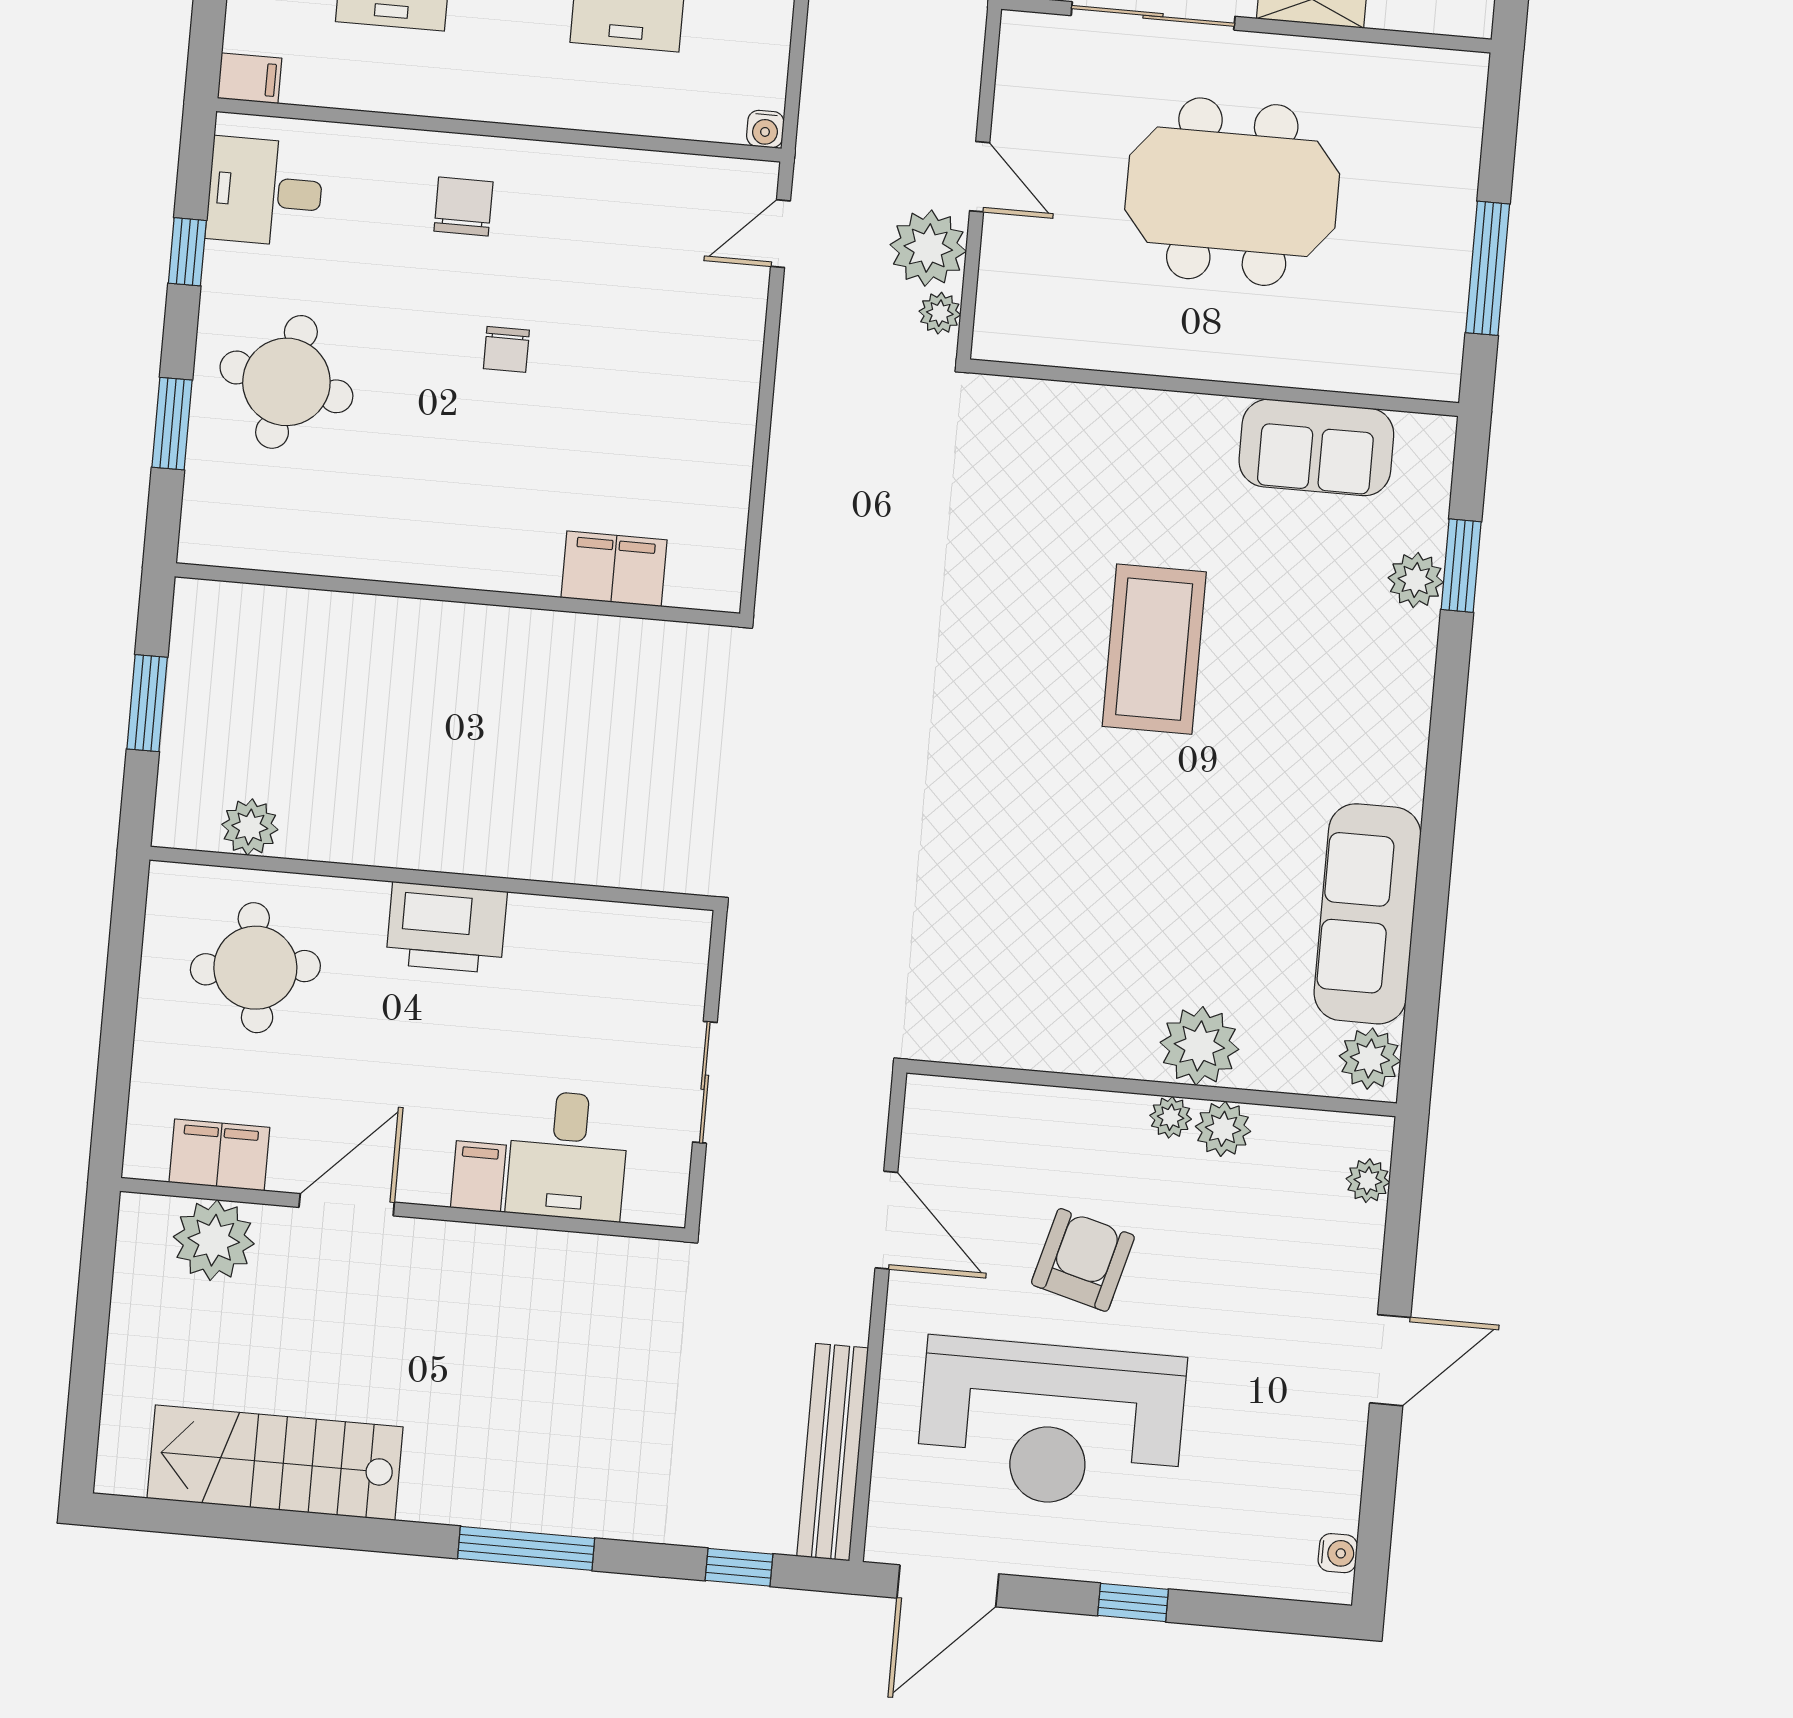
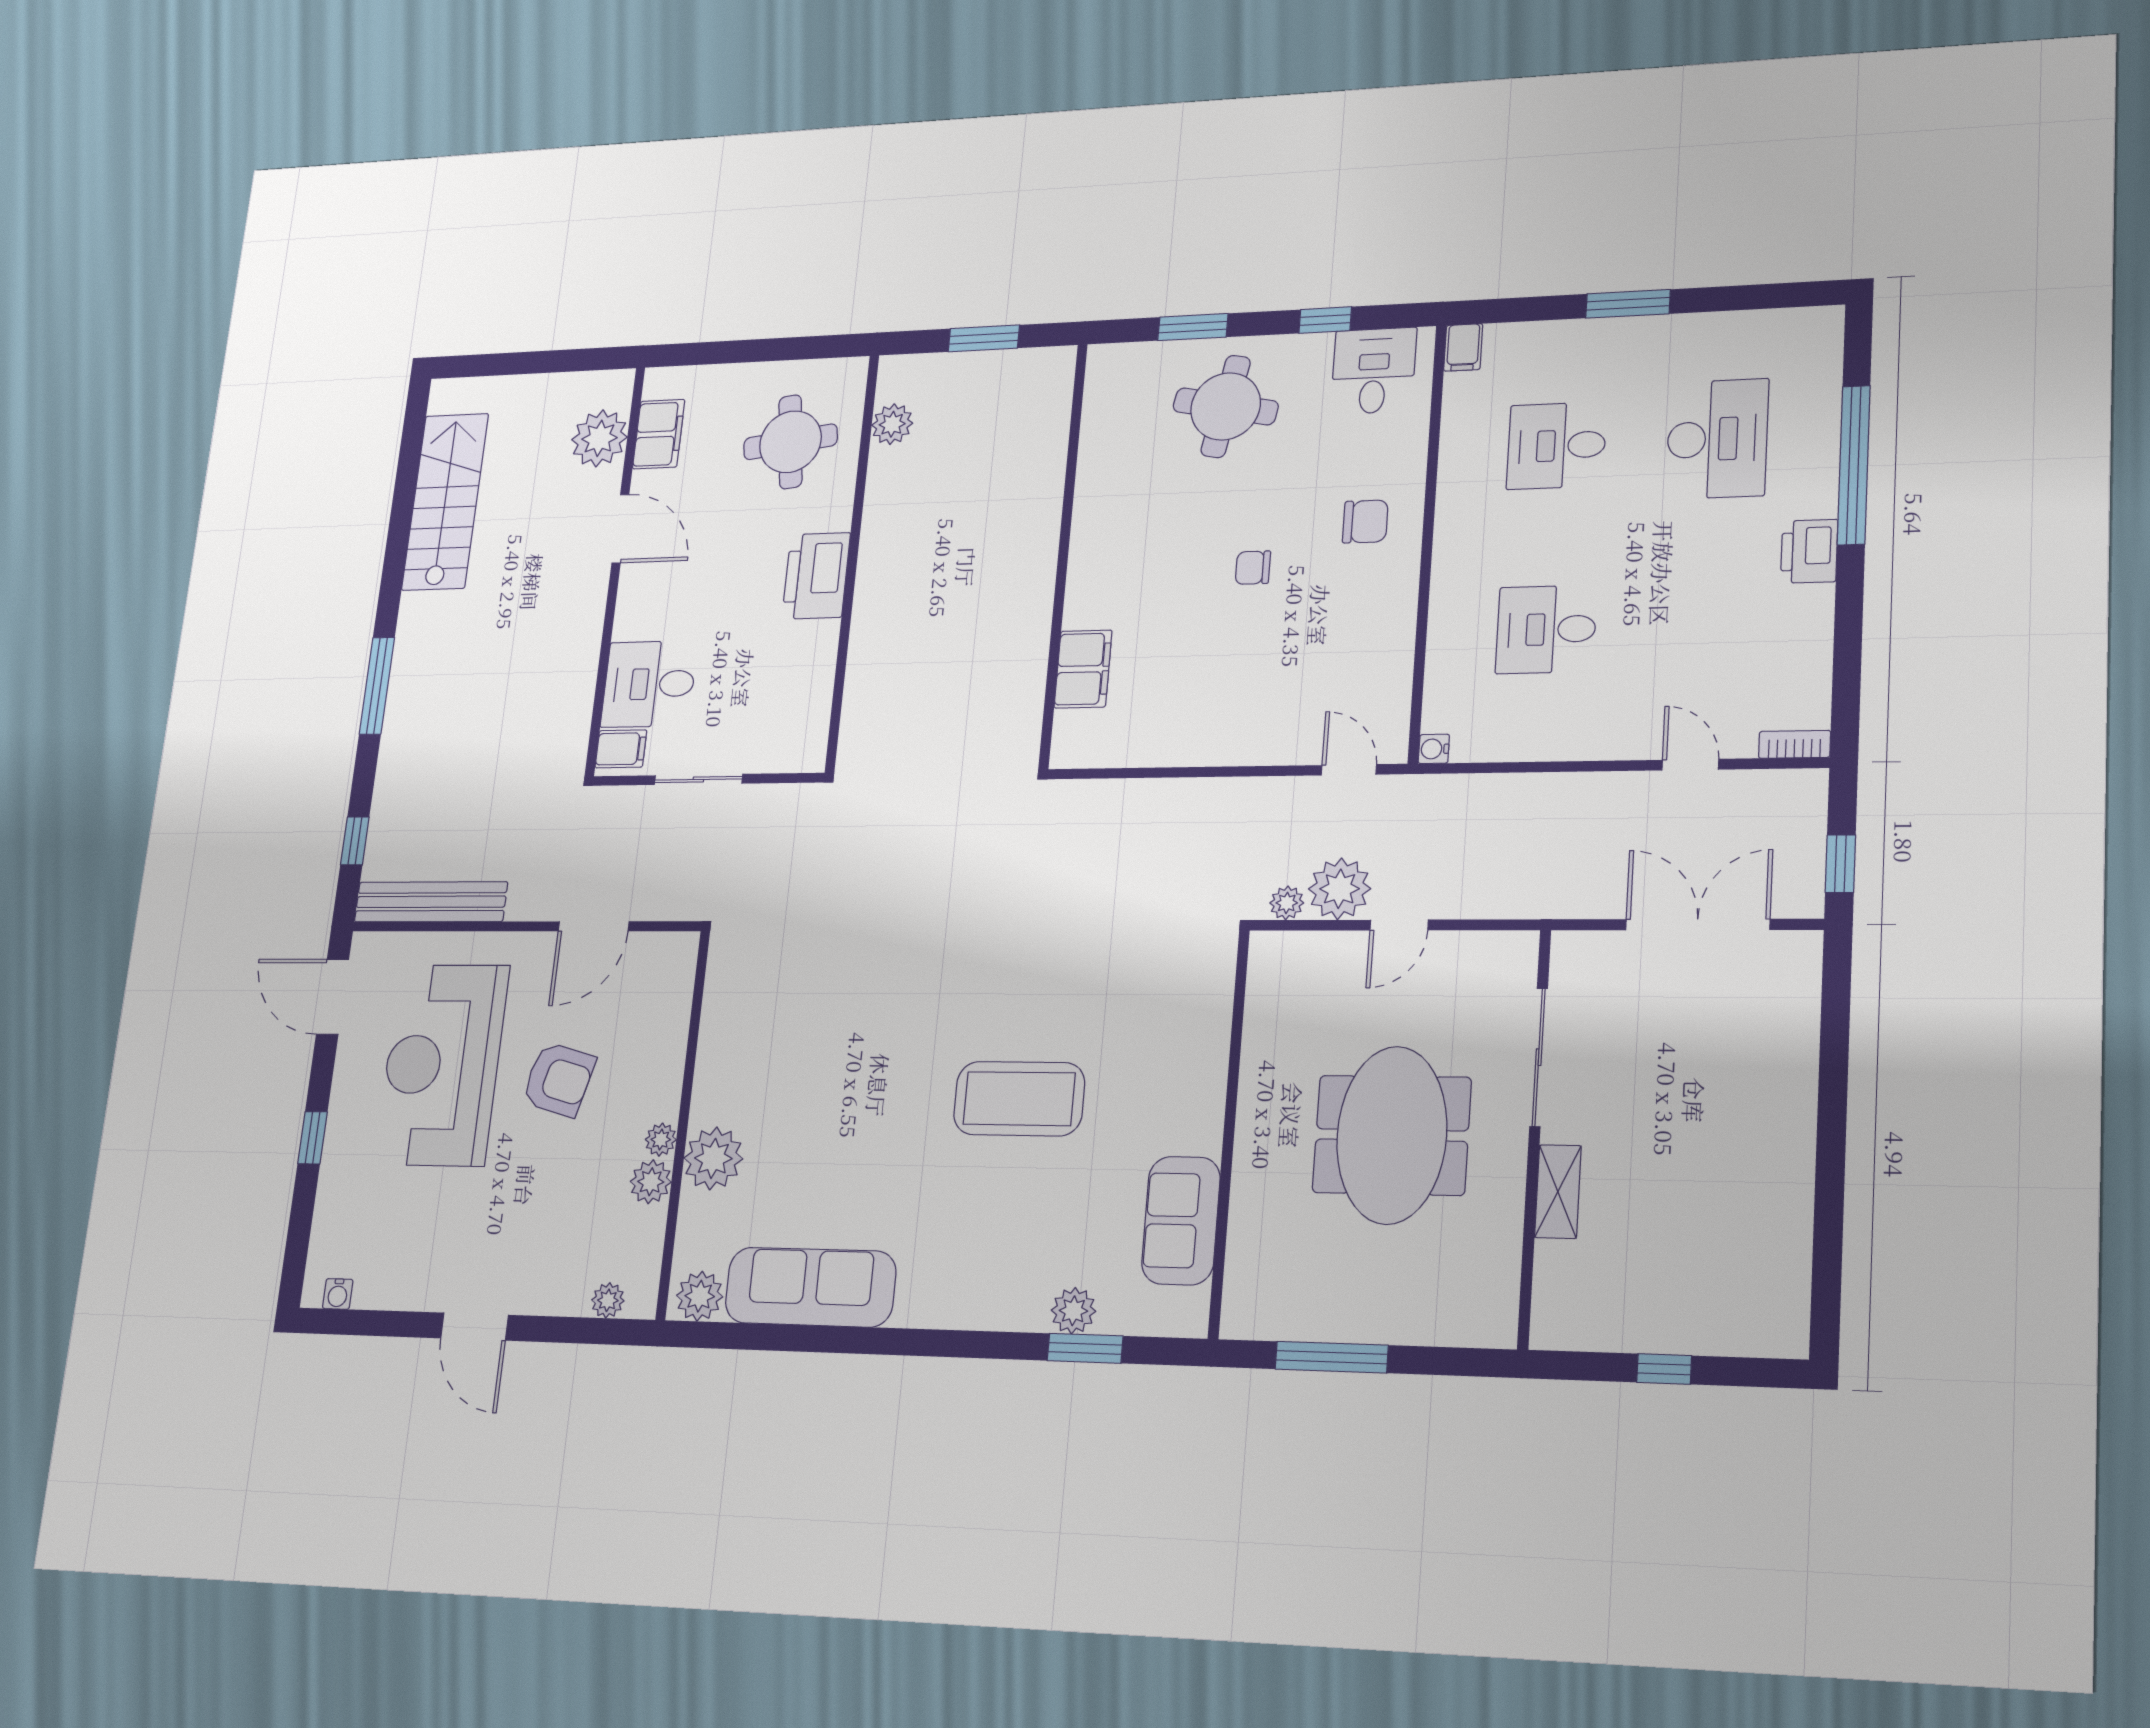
filing cabinet: (478, 1176) -> (621, 749), moved

